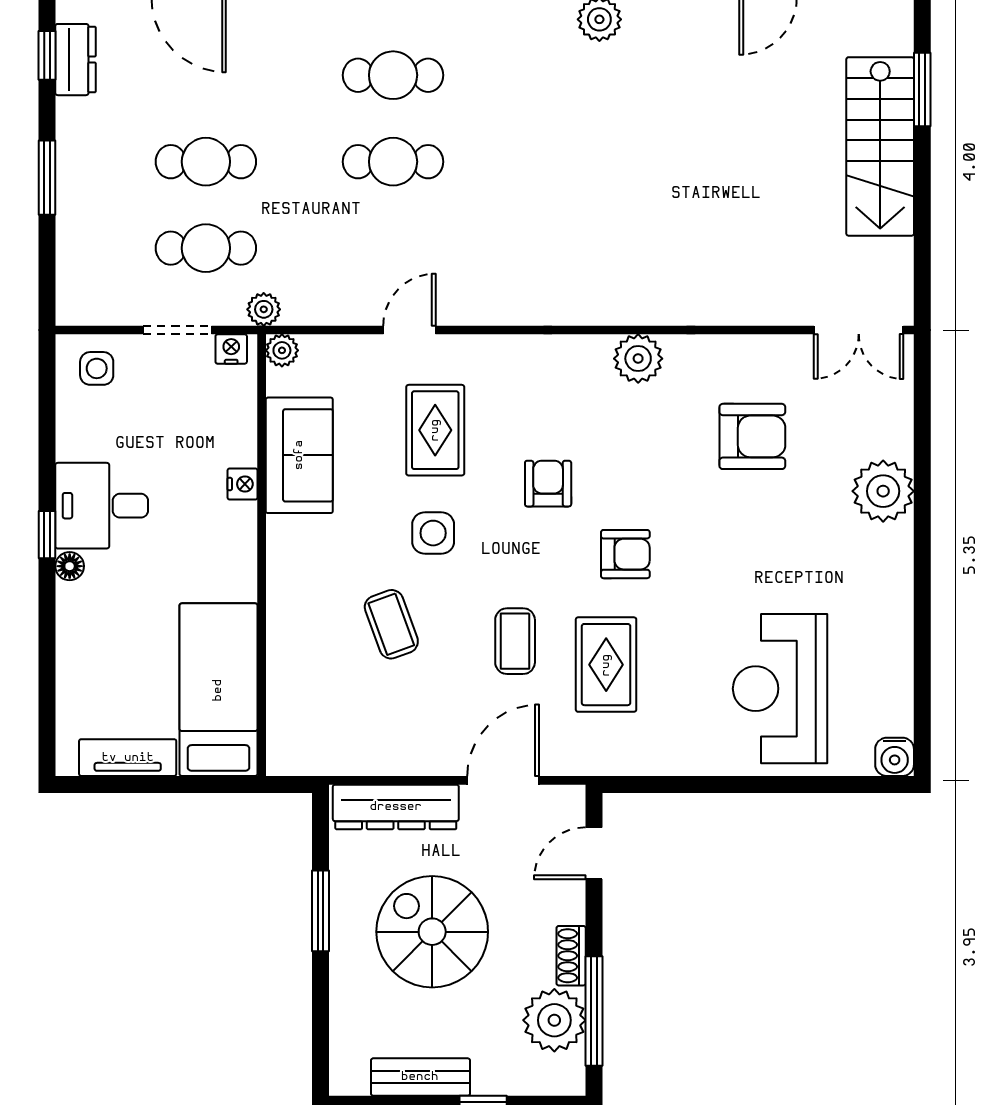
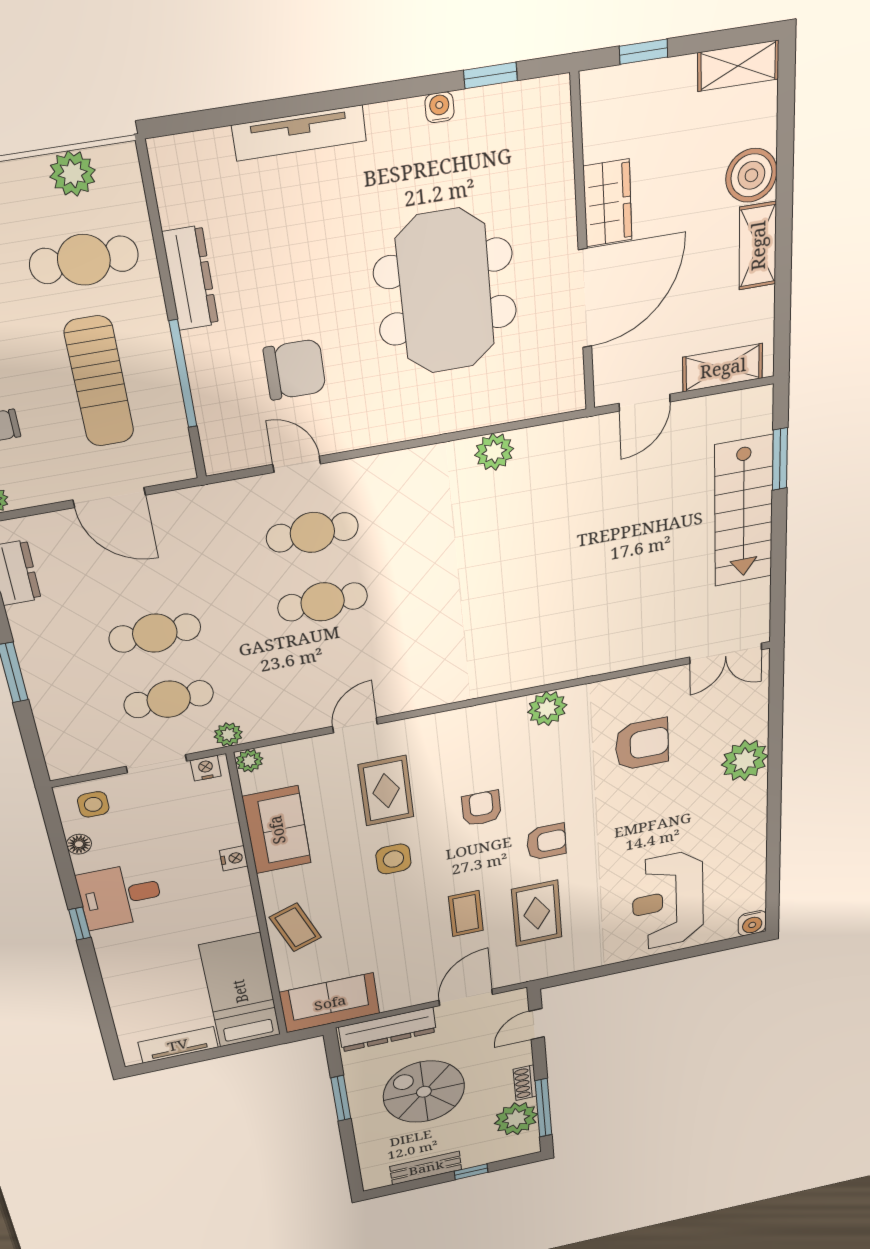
floor lamp: (70, 566) -> (79, 844), moved
coffee table: (391, 624) -> (295, 927), moved
sofa: (327, 741) -> (330, 1003), added

